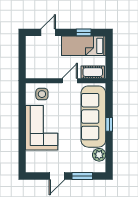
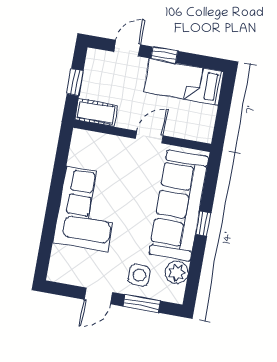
window: (84, 32) -> (164, 55), moved
window: (22, 57) -> (75, 82), added
cot: (93, 72) -> (96, 112), moved
side table: (42, 94) -> (139, 275), moved

